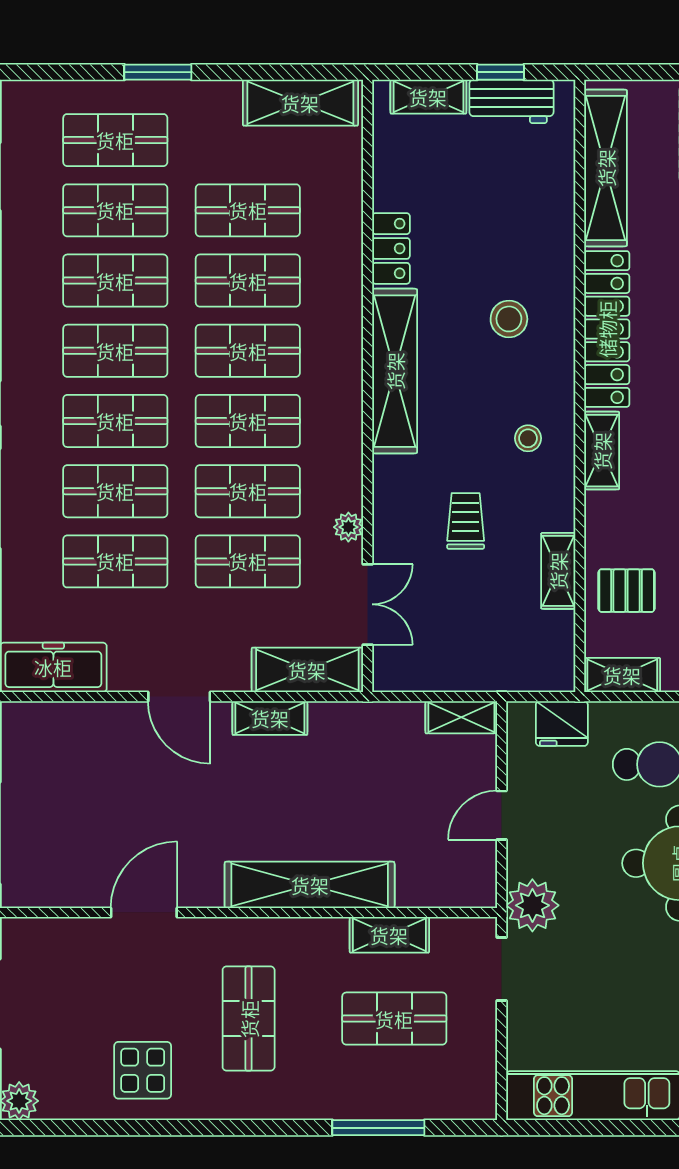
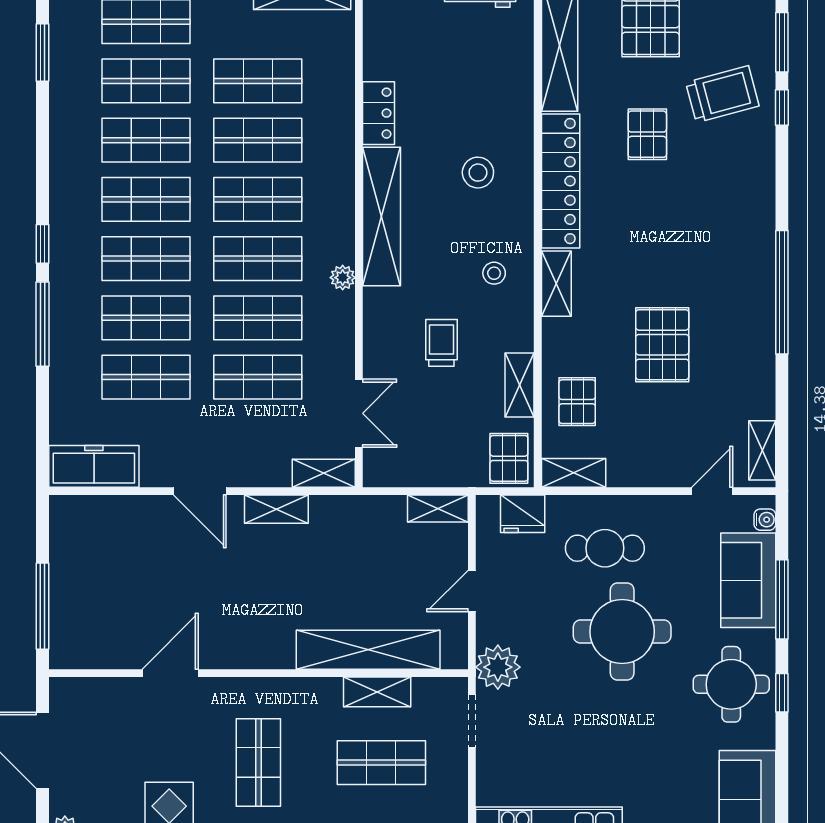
plant: (348, 527) -> (343, 278), moved
pallet: (627, 591) -> (577, 402), turned 90
pallet: (546, 658) -> (509, 458), added
shelving: (307, 670) -> (324, 473), width x0.67, depth x0.75
shelving: (310, 885) -> (368, 650), moved

